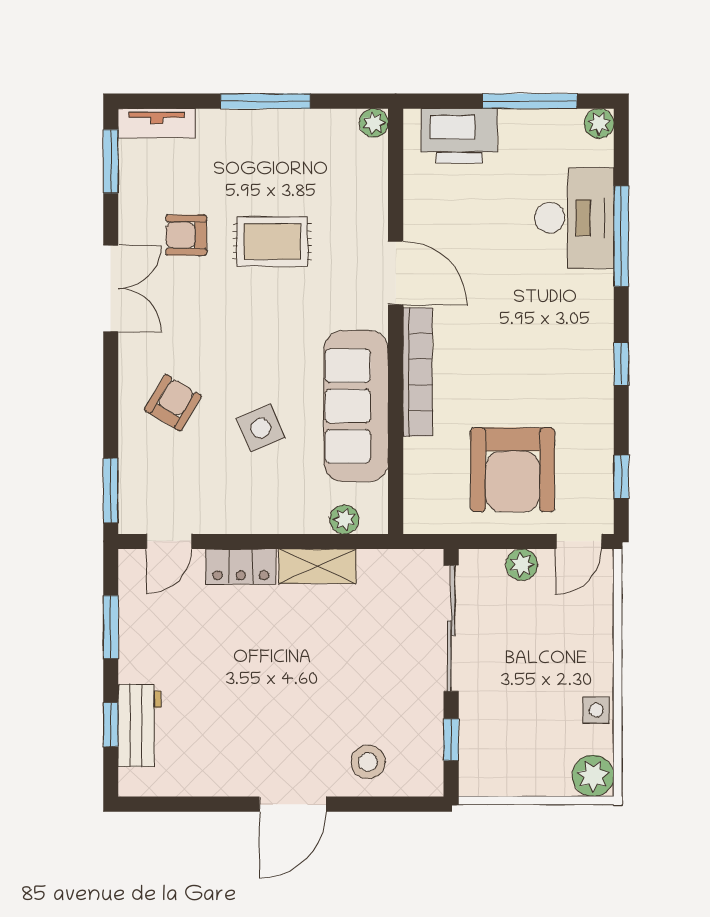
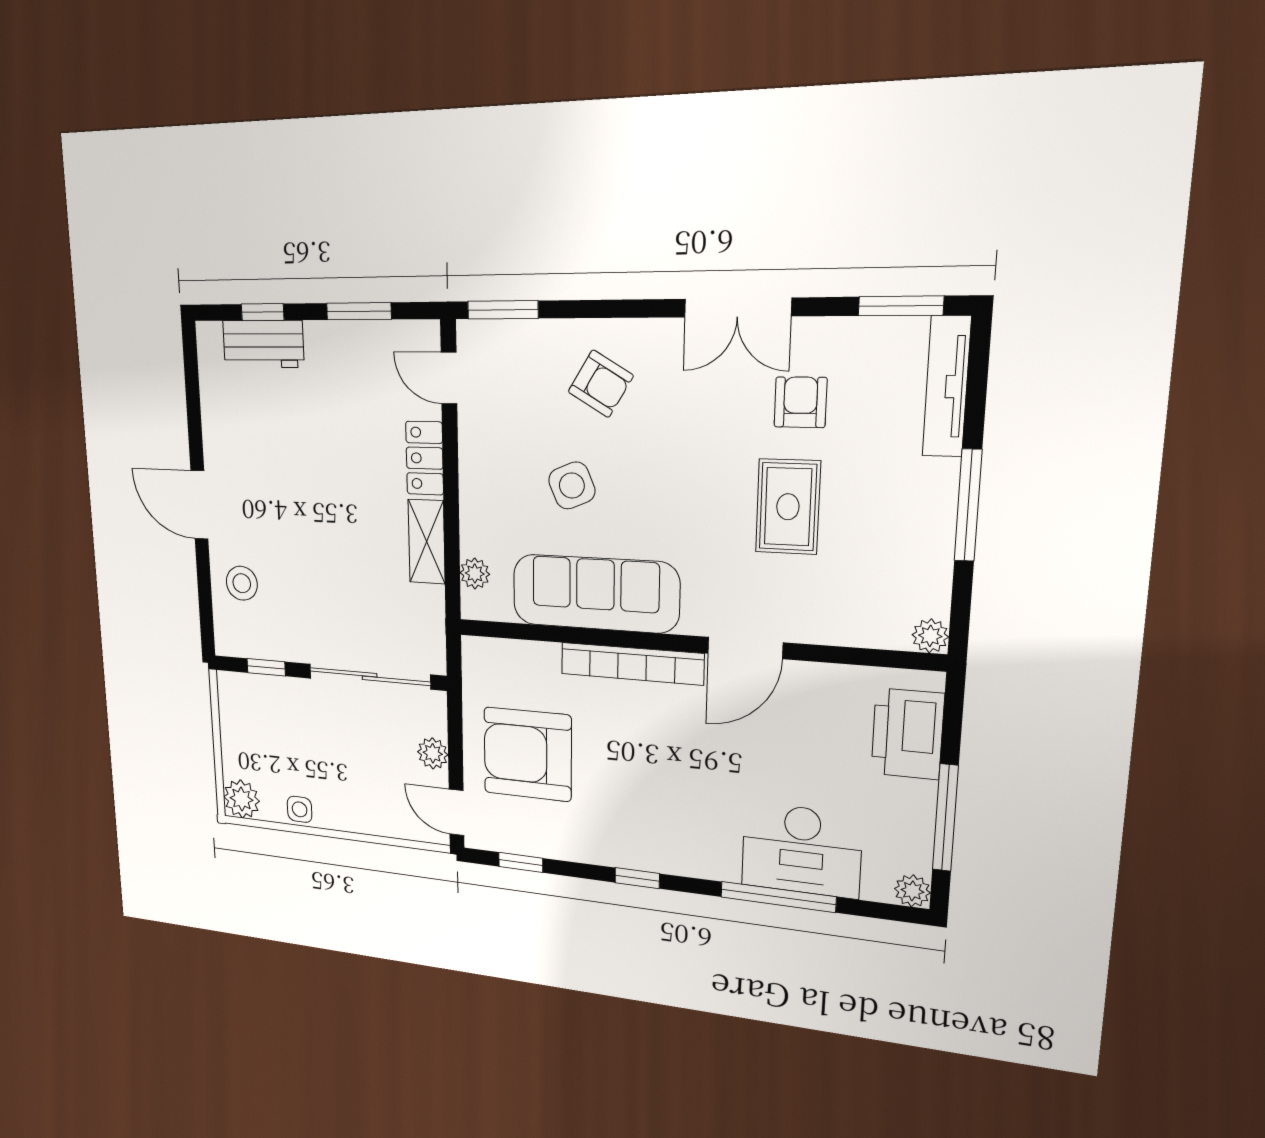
tv unit: (157, 123) -> (947, 387), width x1.41

